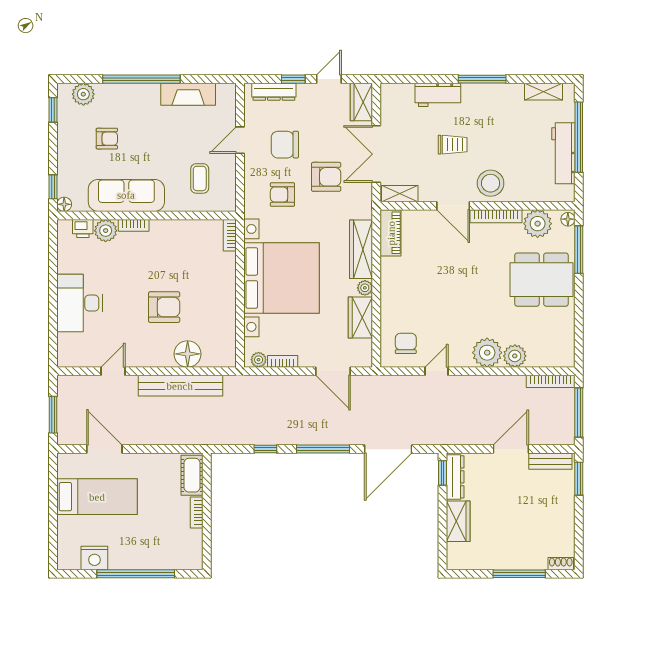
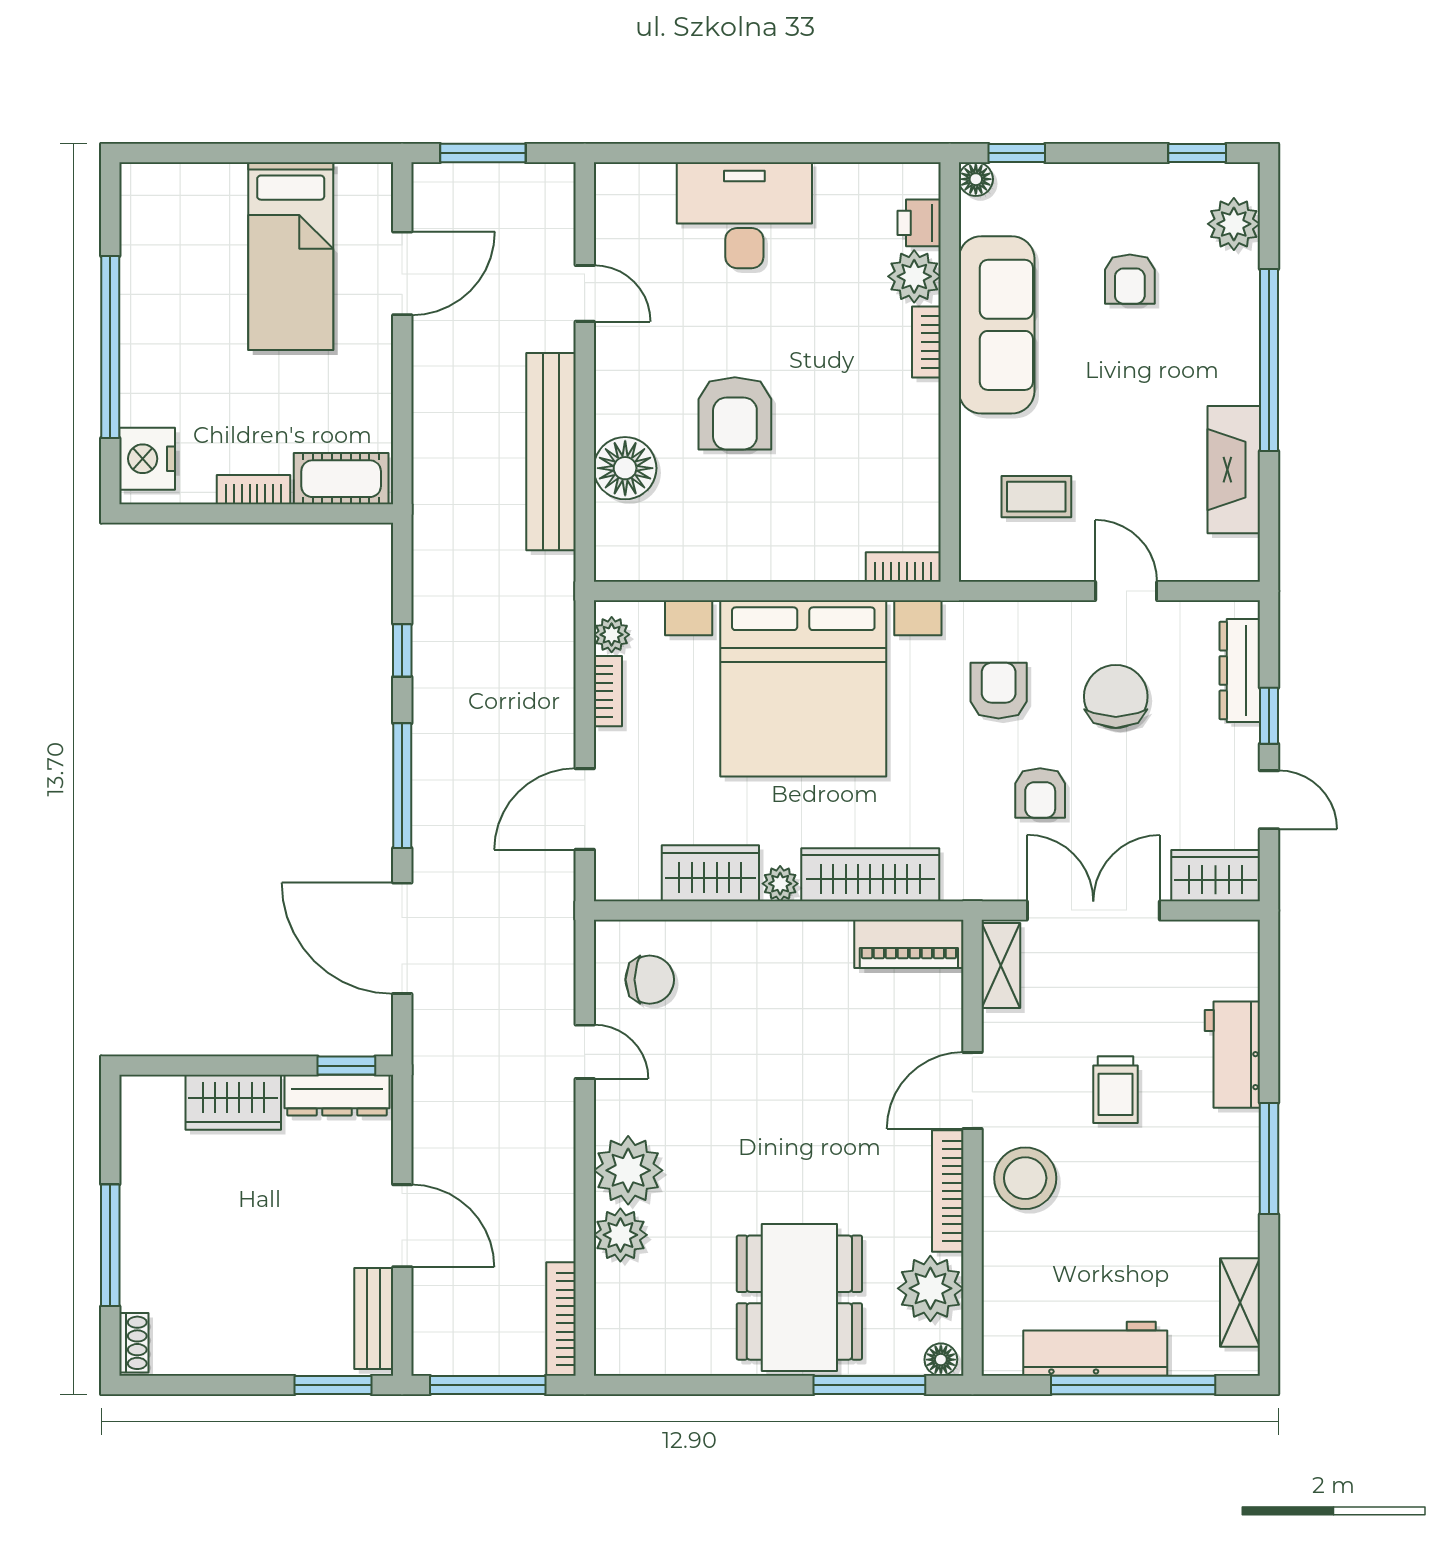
armchair: (326, 177) -> (1040, 793), width x0.72, depth x0.72
nightstand: (94, 558) -> (147, 459), moved

